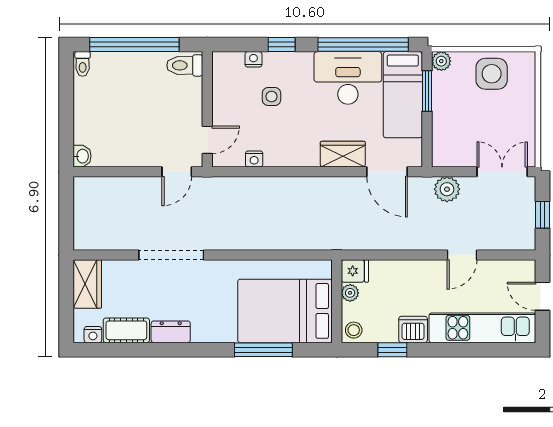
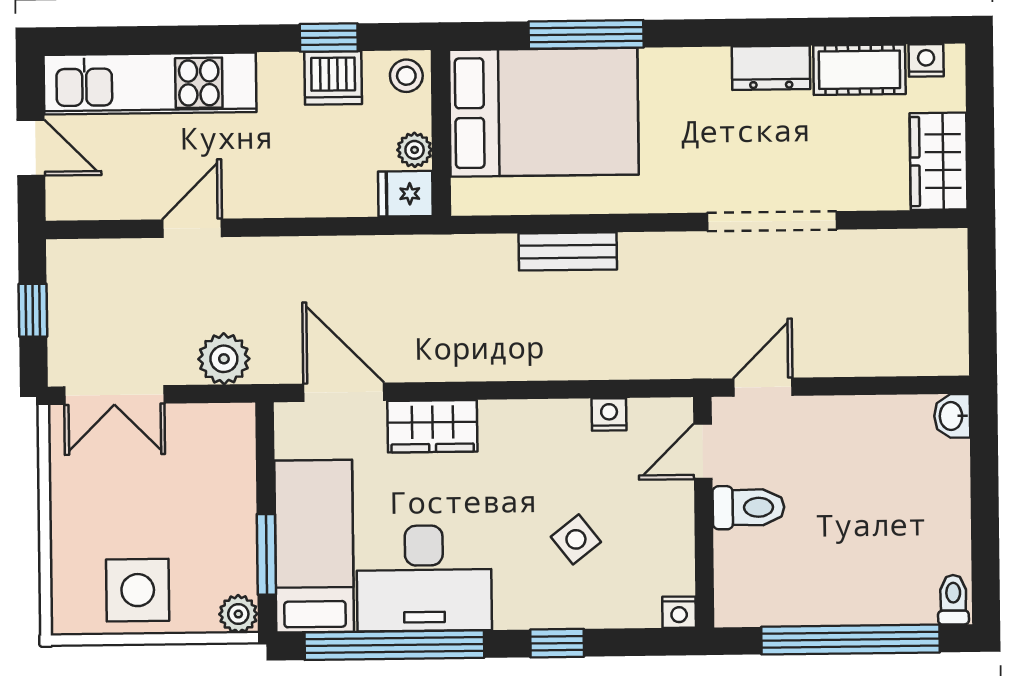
nightstand: (253, 59) -> (679, 612), moved
toilet: (185, 65) -> (749, 507), moved
side table: (271, 96) -> (576, 539), turned -38
bench: (274, 241) -> (568, 251), added
dishwasher: (413, 329) -> (333, 78), moved

